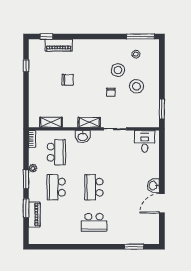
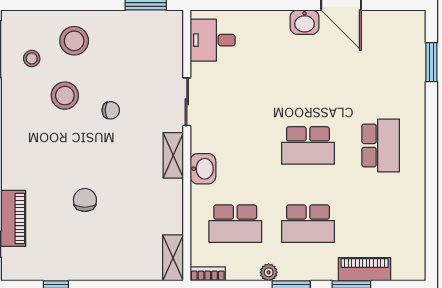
stool: (137, 86) -> (74, 41), moved
shelving: (51, 122) -> (173, 258), moved
school desk: (56, 152) -> (235, 224), turned 180

